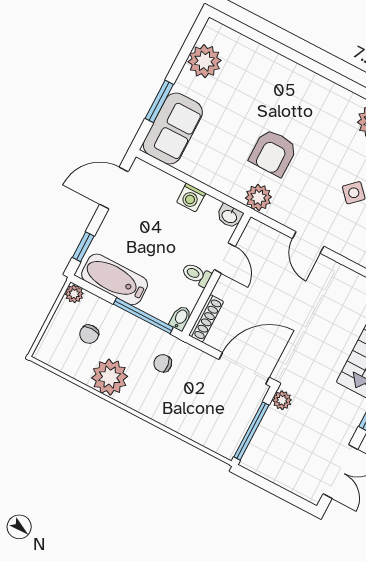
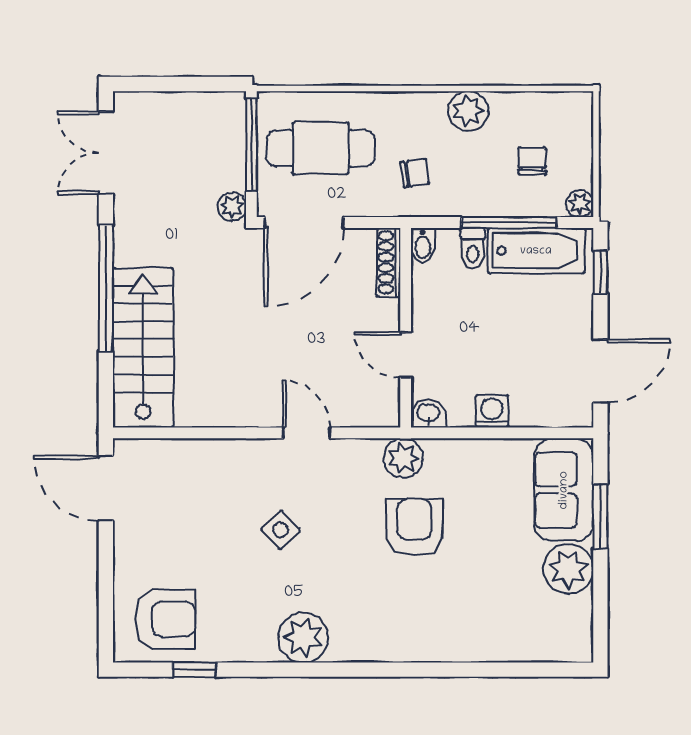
plant: (204, 61) -> (568, 569), moved
toilet: (197, 275) -> (473, 248), moved, turned 90
window: (143, 316) -> (509, 223), moved
plant: (110, 377) -> (468, 111), width x0.73, depth x0.73
cafe table: (211, 407) -> (321, 148), added

